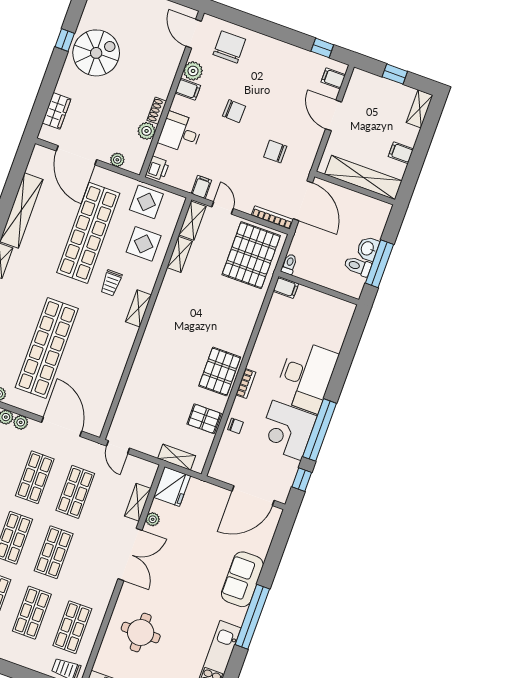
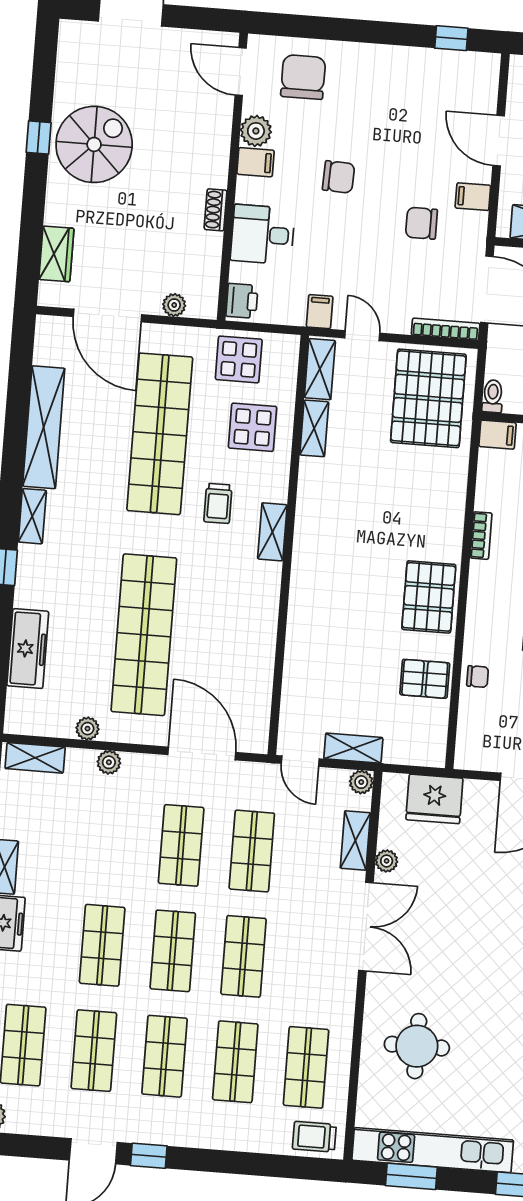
filing cabinet: (333, 78) -> (473, 197), moved
plant: (147, 131) -> (208, 246), removed
bookcase: (246, 383) -> (481, 536), moved
plant: (21, 422) -> (361, 782), moved
shelving: (177, 457) -> (353, 748), moved
fridge: (172, 487) -> (434, 799), moved, turned 90

